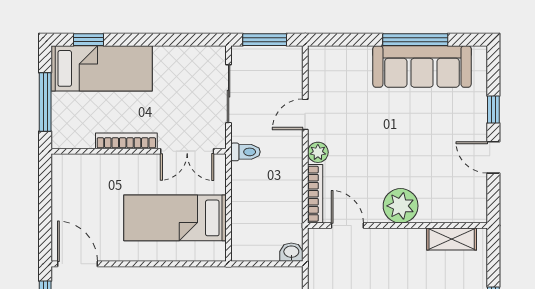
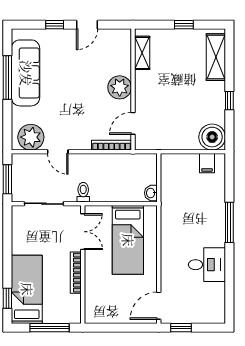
plant: (318, 152) -> (31, 137), moved, width x1.88, depth x1.88
washbasin: (291, 252) -> (151, 193), moved

